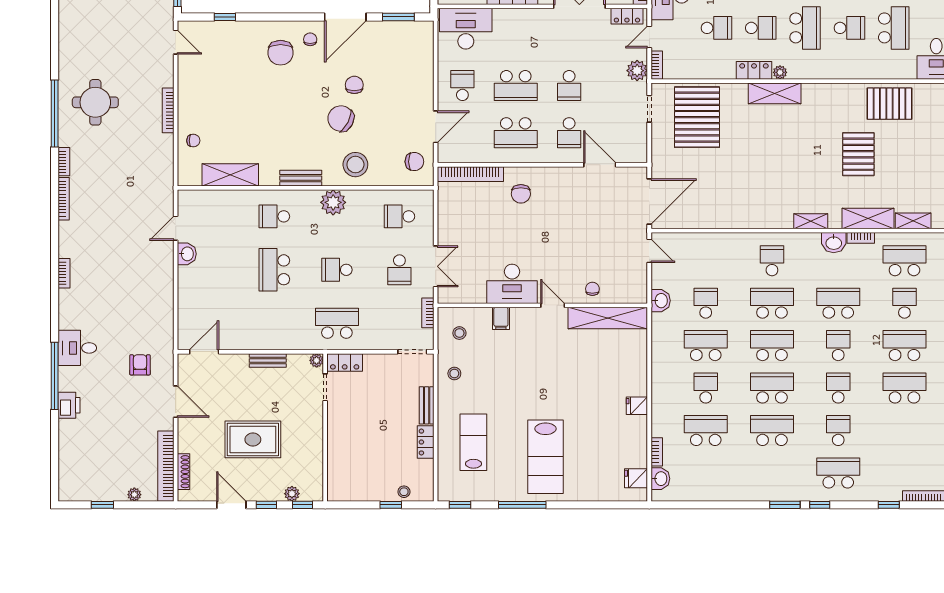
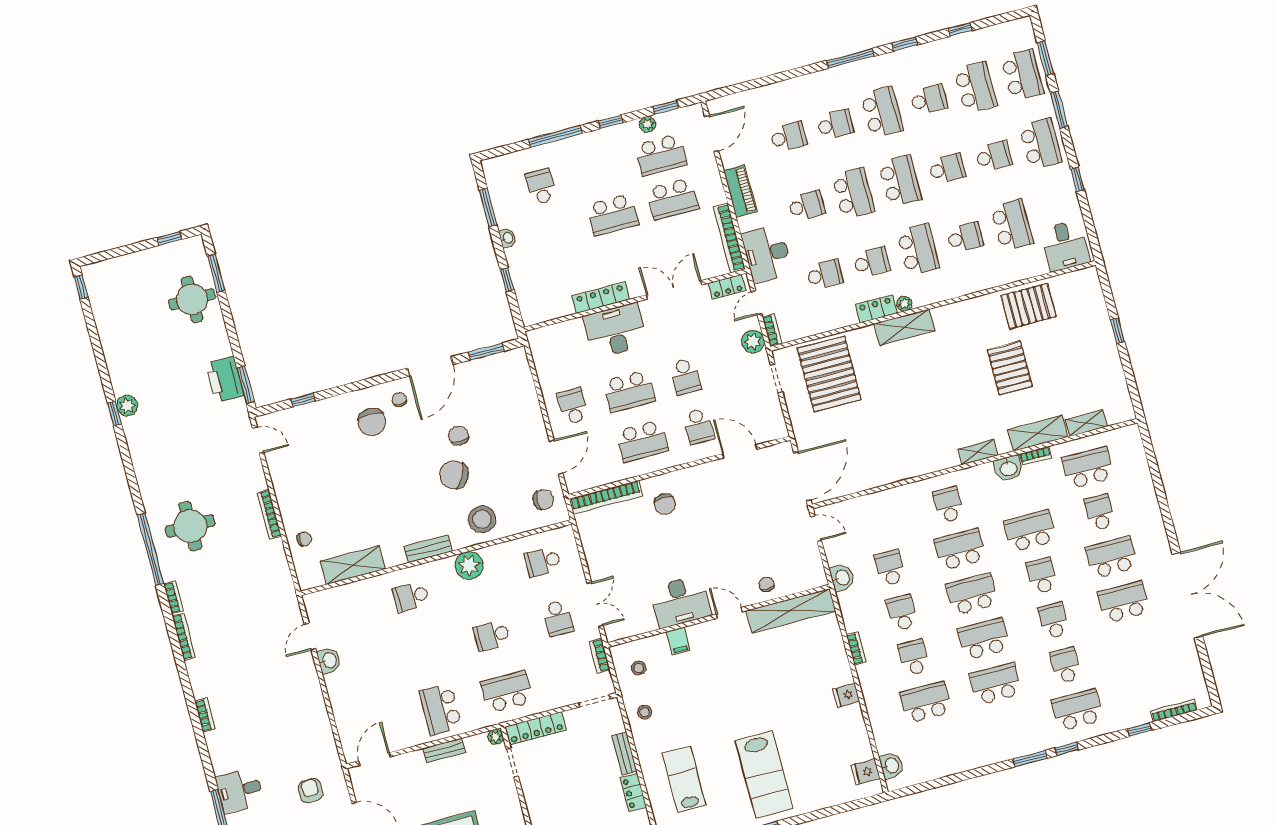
desk: (466, 29) -> (615, 331), moved
school desk: (274, 270) -> (441, 709), moved
school desk: (706, 346) -> (902, 613), width x0.54
locker: (345, 362) -> (536, 728), width x1.53
bookcase: (657, 452) -> (856, 648), moved

